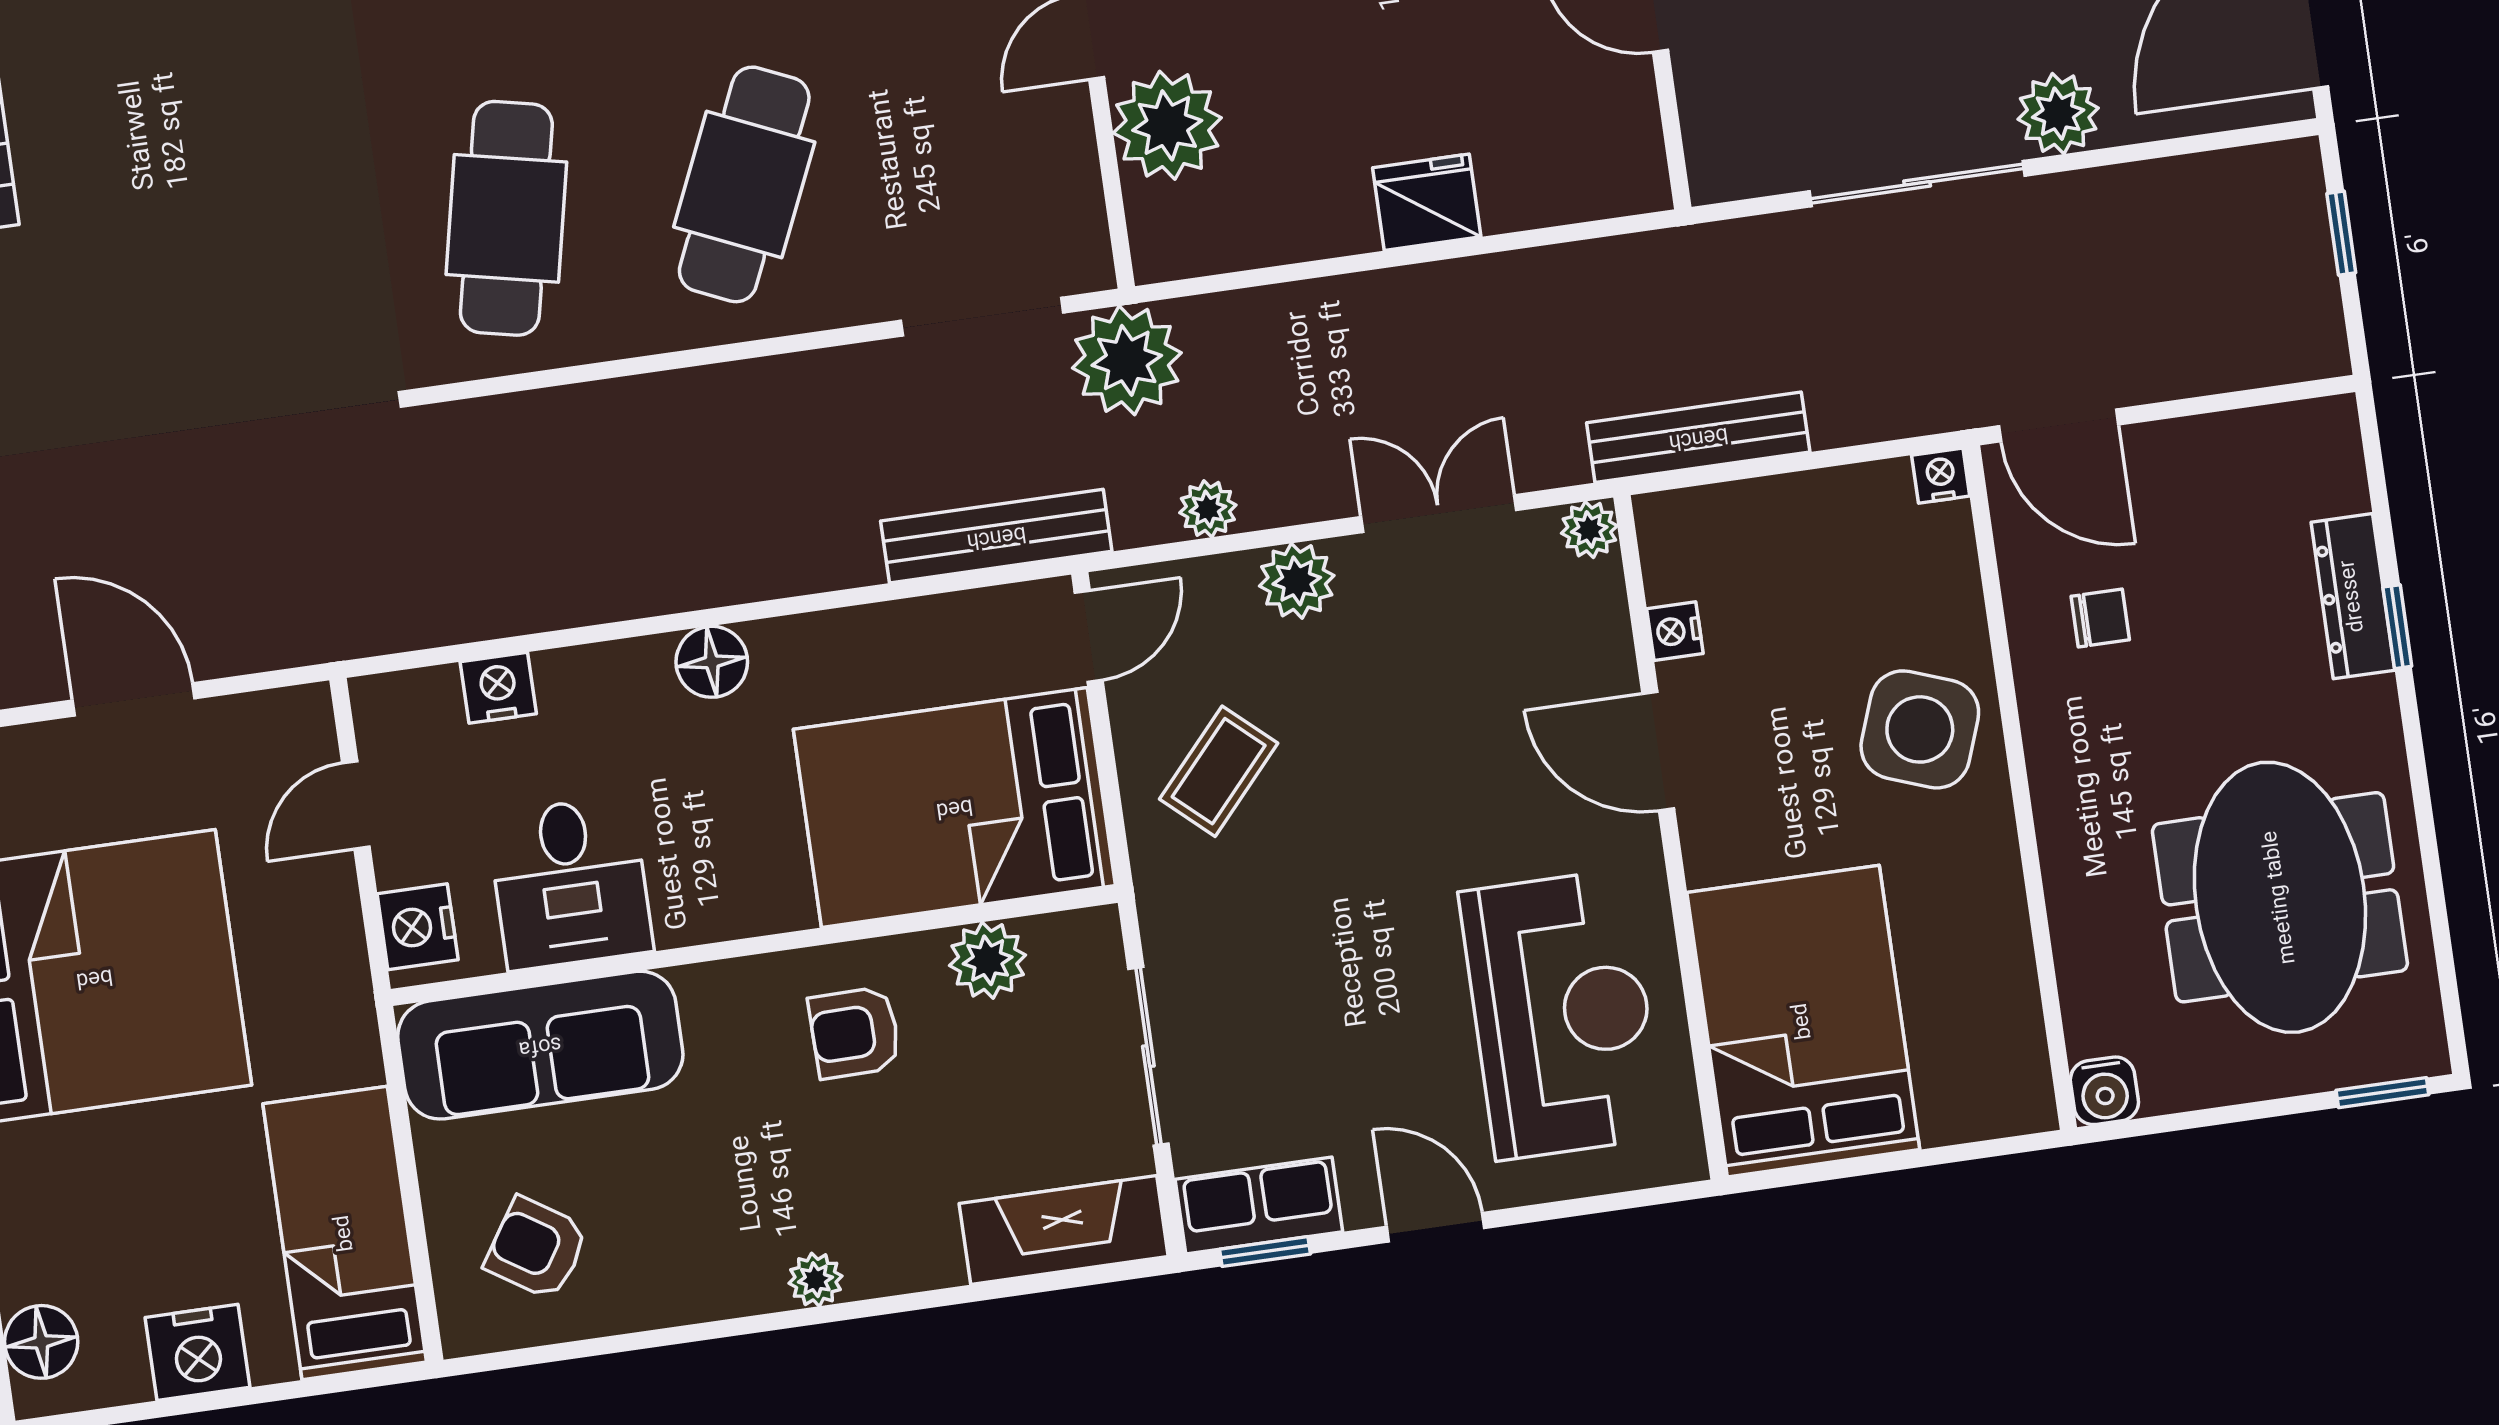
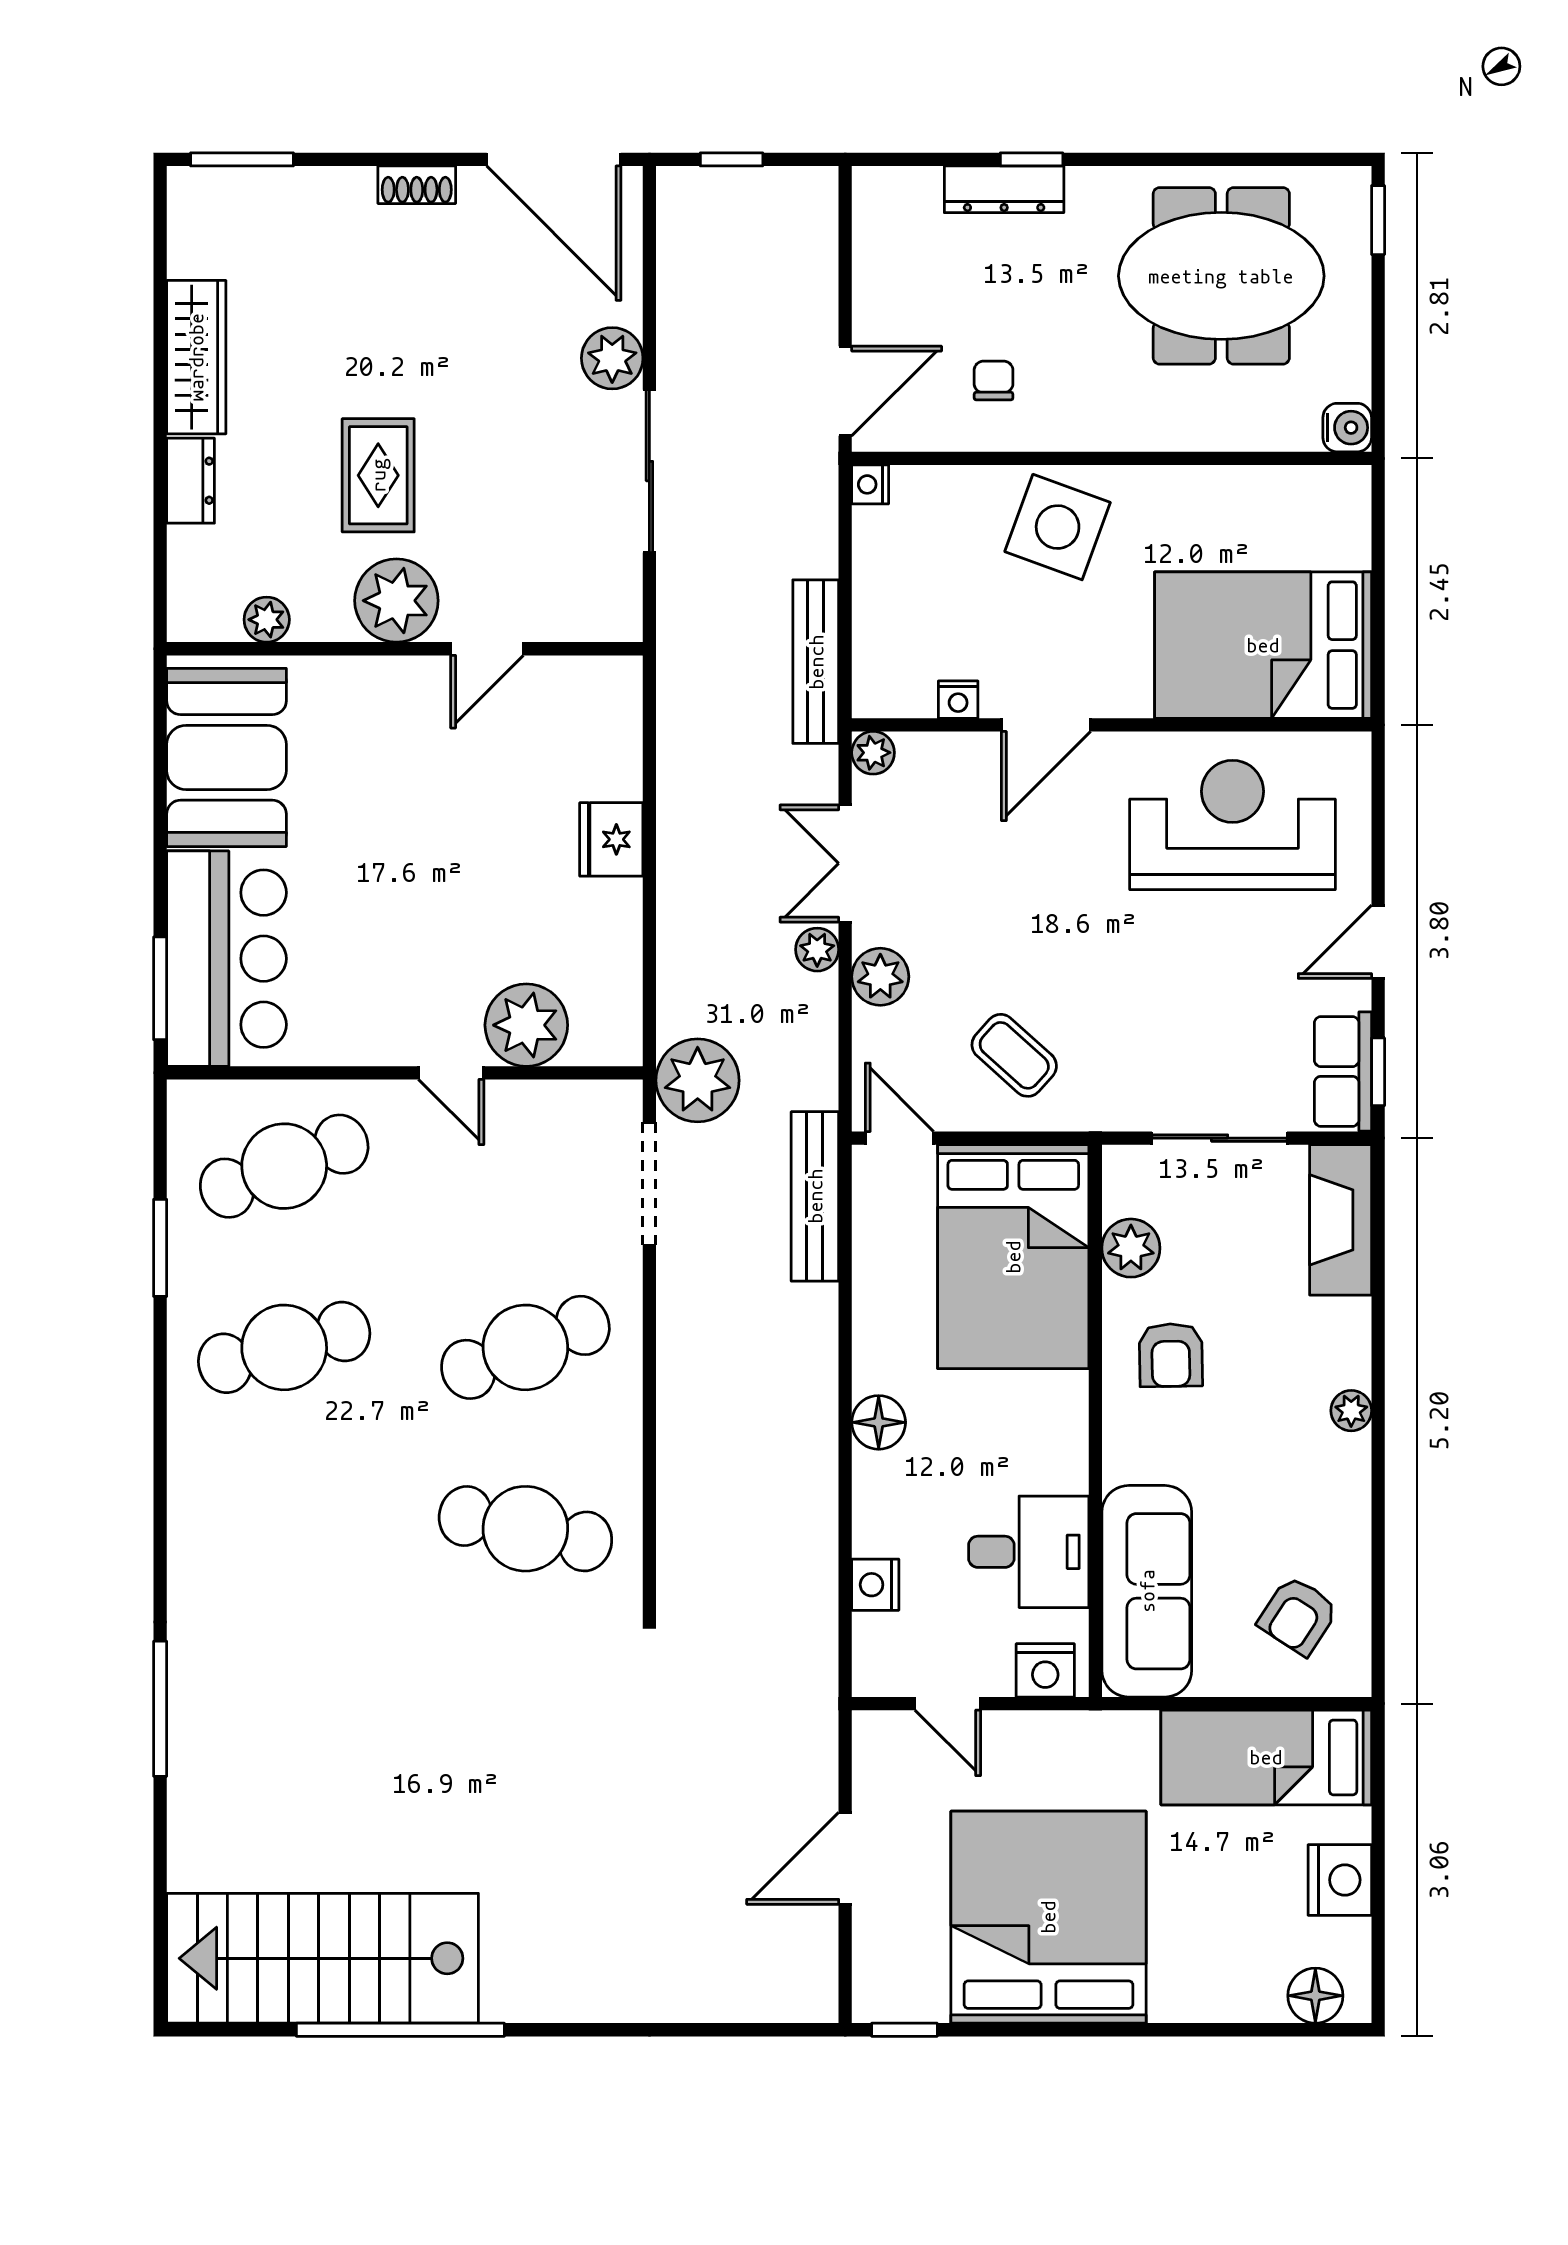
cafe table: (744, 184) -> (525, 1347), turned -45
plant: (1208, 509) -> (817, 950), moved

